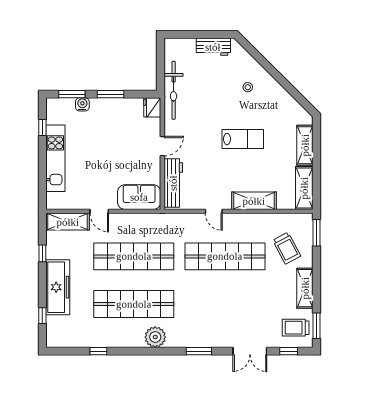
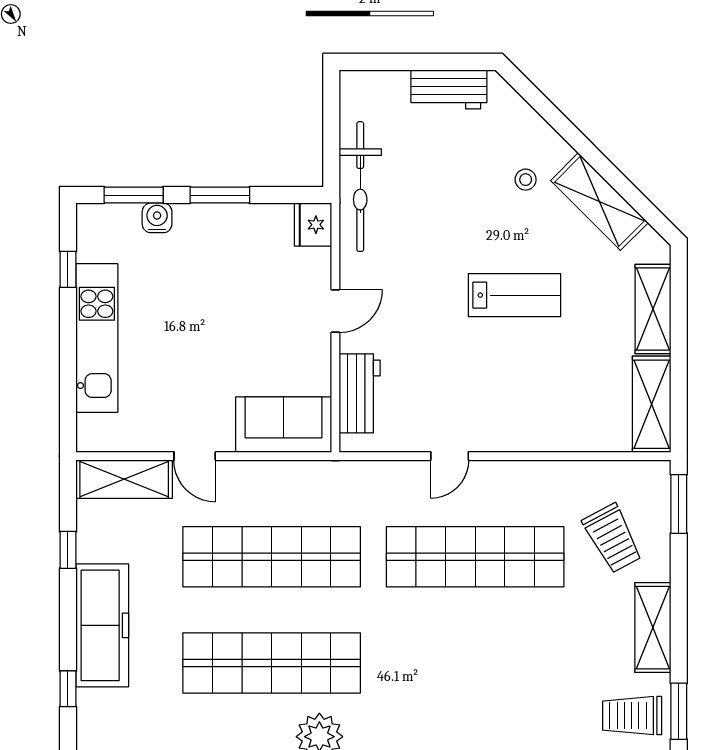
workbench: (173, 183) -> (360, 393), width x0.73
shelving: (254, 201) -> (599, 202), moved, turned 45
door: (214, 211) -> (450, 456), hinge flipped

